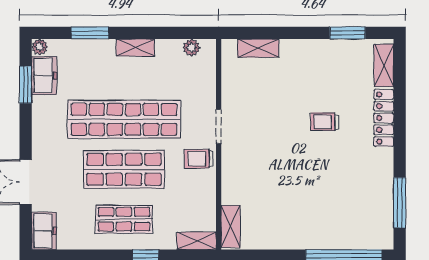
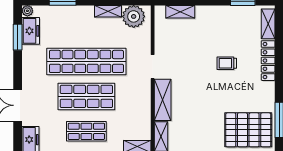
shelving: (135, 48) -> (108, 11), moved
plant: (191, 48) -> (134, 16), width x1.88, depth x1.88
trolley: (199, 159) -> (139, 89), removed
shelving: (233, 174) -> (163, 100), added
pallet: (355, 217) -> (248, 130), added

